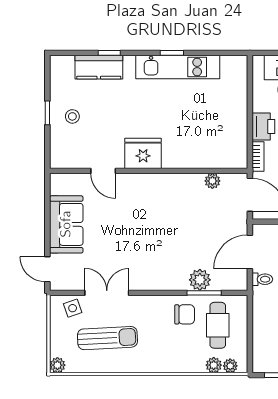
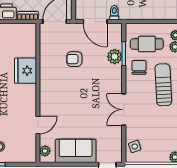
fridge: (143, 153) -> (25, 71), moved
plant: (212, 181) -> (45, 151), moved
armchair: (196, 223) -> (74, 59), added
double door: (107, 293) -> (124, 110), moved
sun lounger: (107, 338) -> (163, 85), moved

